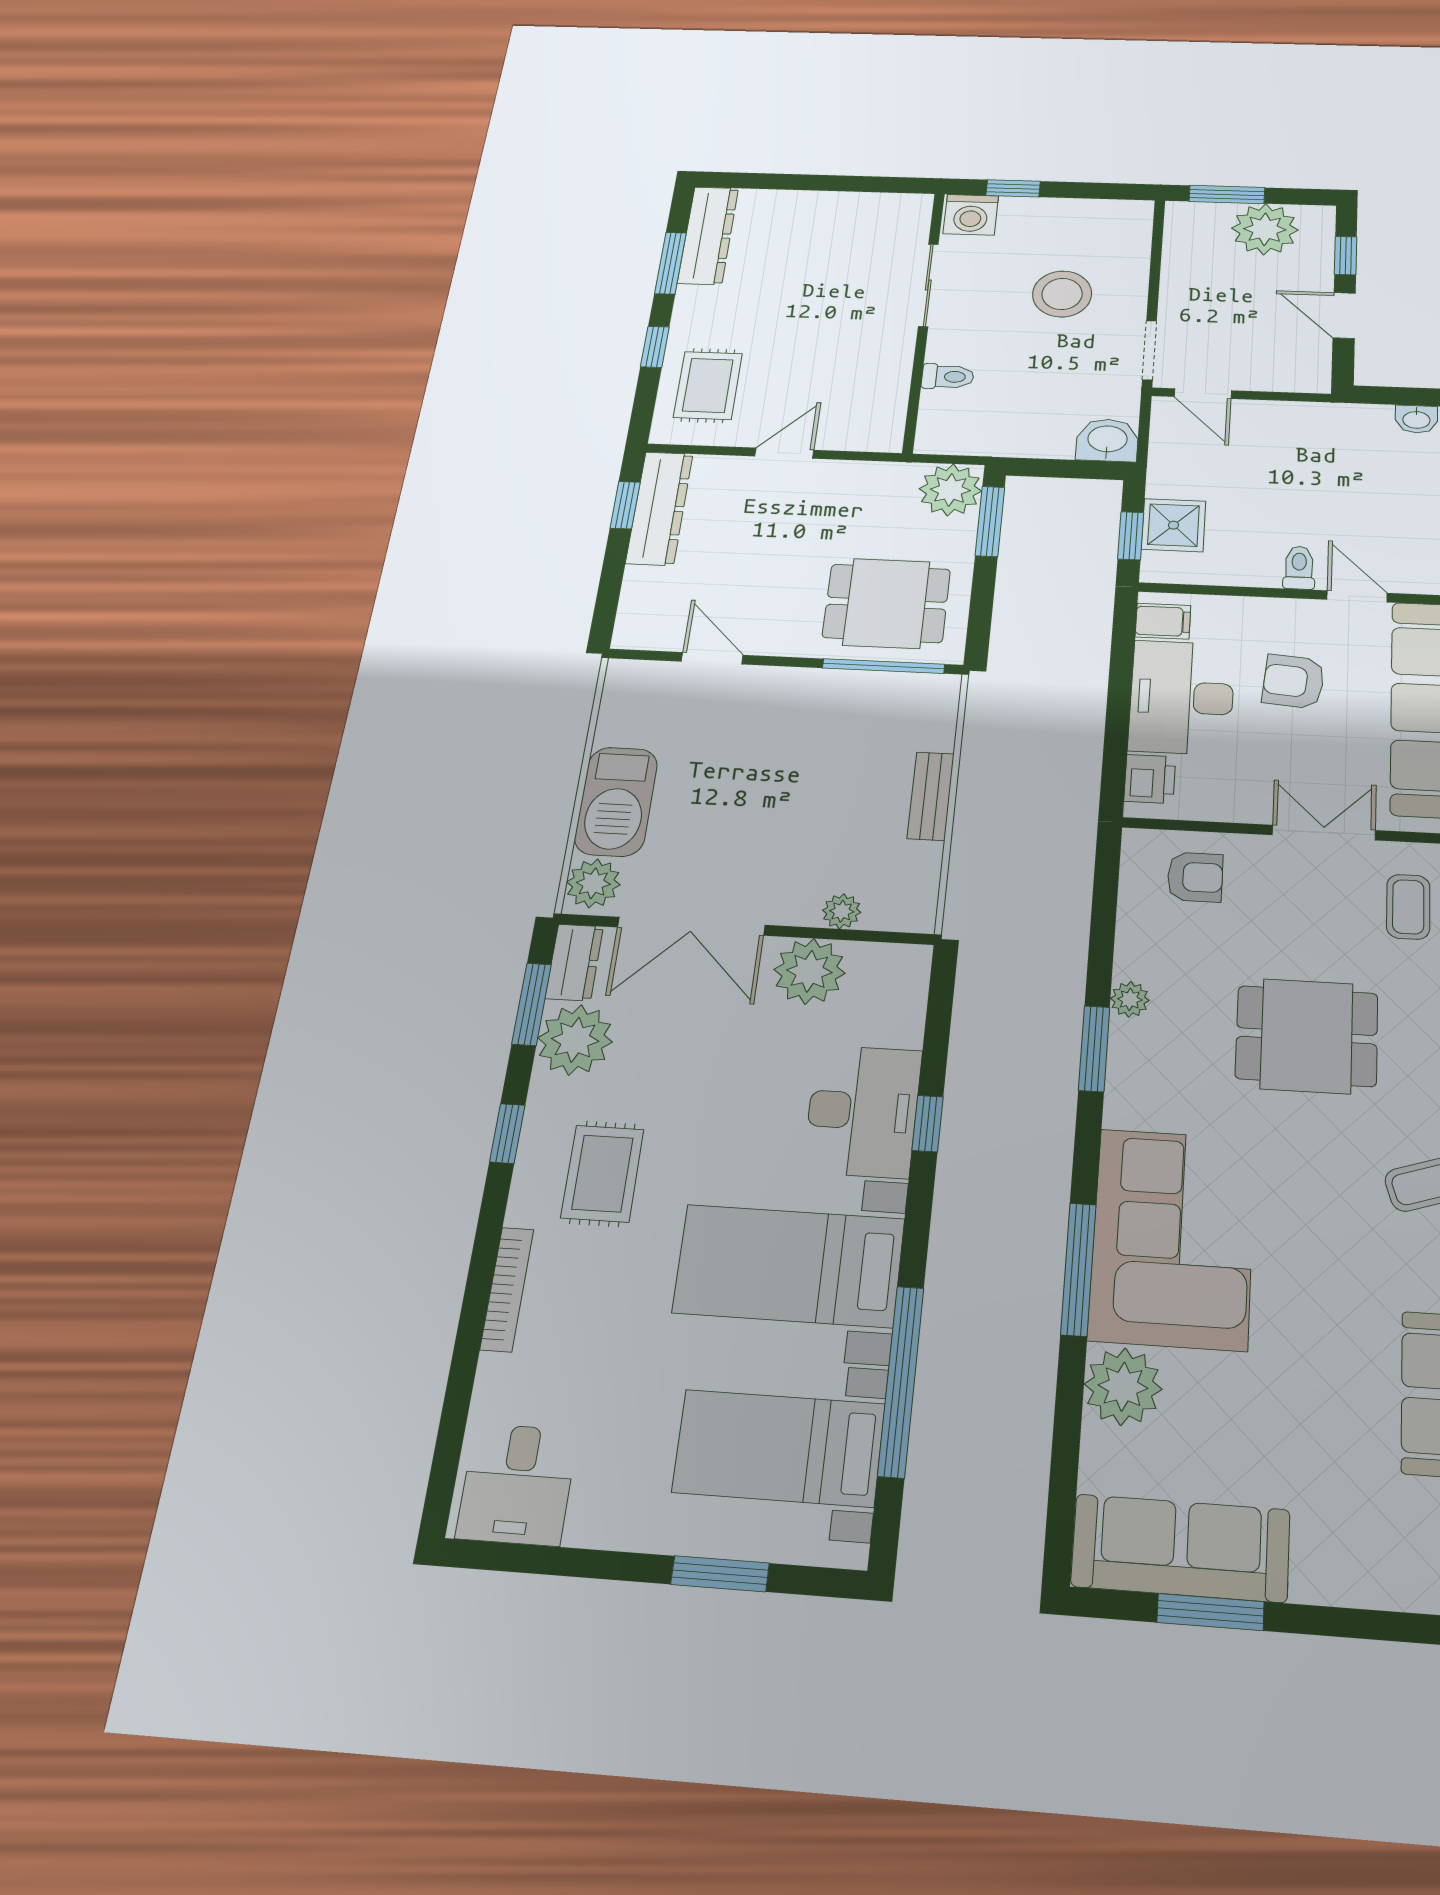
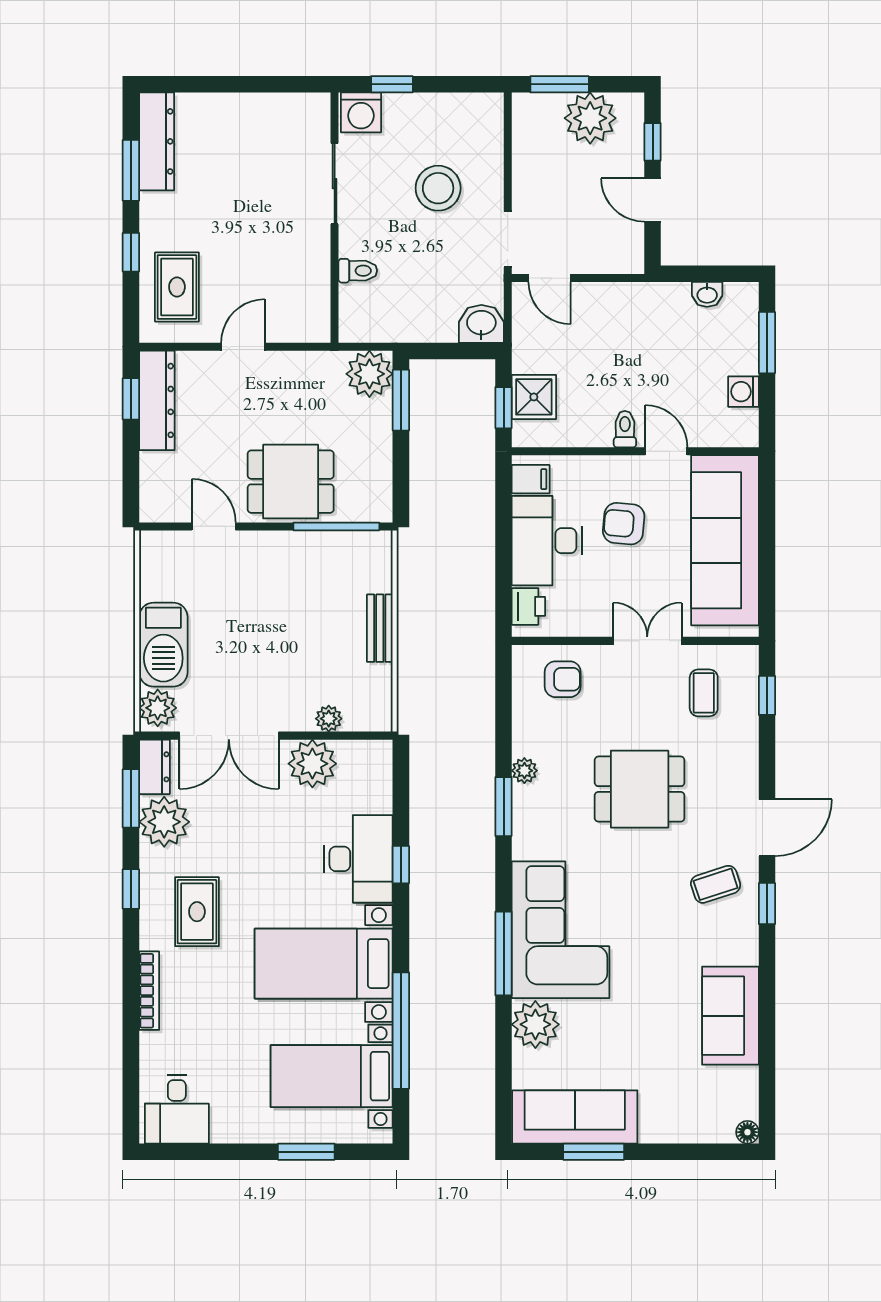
dining table: (886, 603) -> (291, 482), moved

